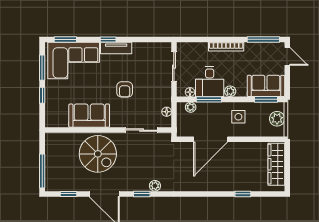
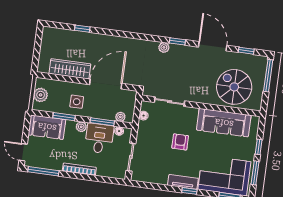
window: (266, 99) -> (64, 117), moved
sofa: (89, 116) -> (224, 123), width x1.36
spiral stairs: (98, 154) -> (234, 87), moved
wardrobe: (276, 164) -> (70, 69), moved, turned -90

